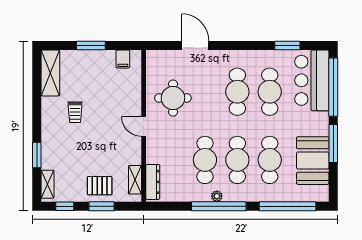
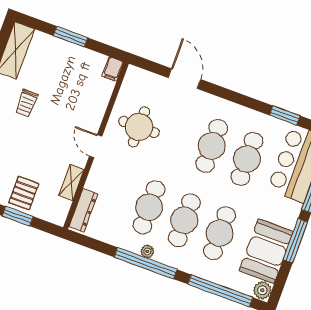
filing cabinet: (123, 59) -> (113, 69), moved
shelving: (135, 180) -> (72, 183), moved
pallet: (100, 186) -> (24, 193), turned 90
plant: (321, 193) -> (262, 290), added

